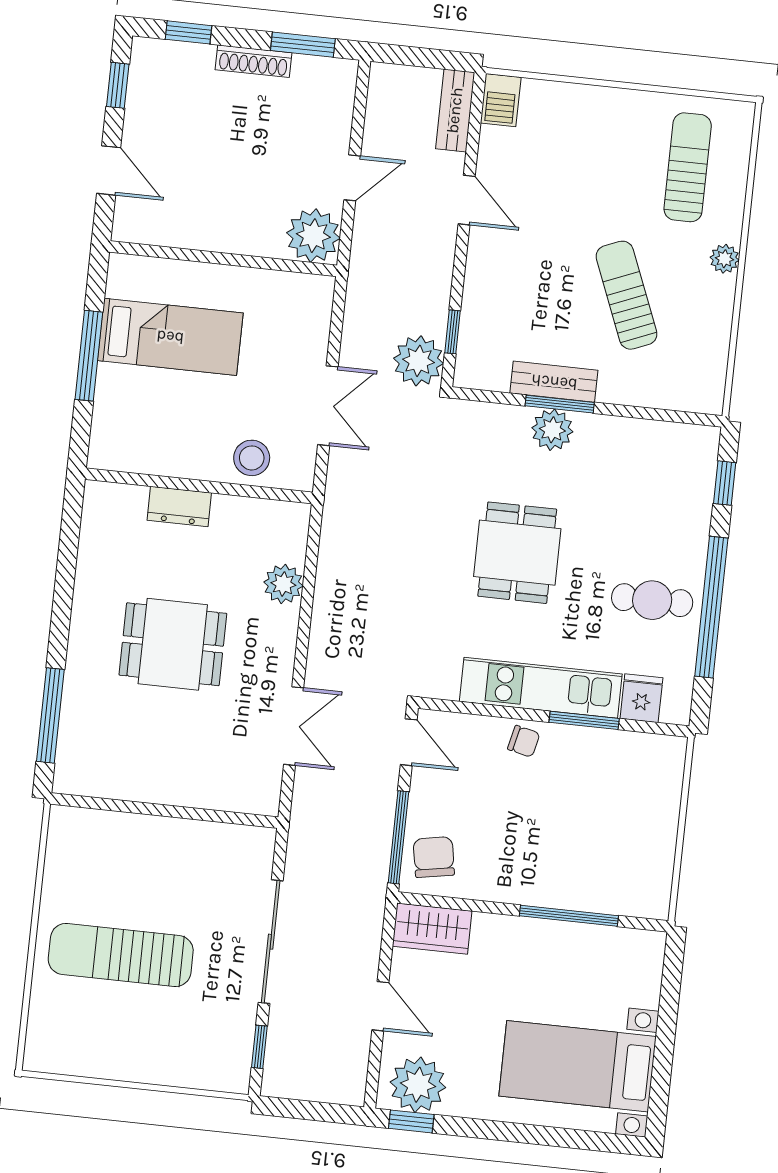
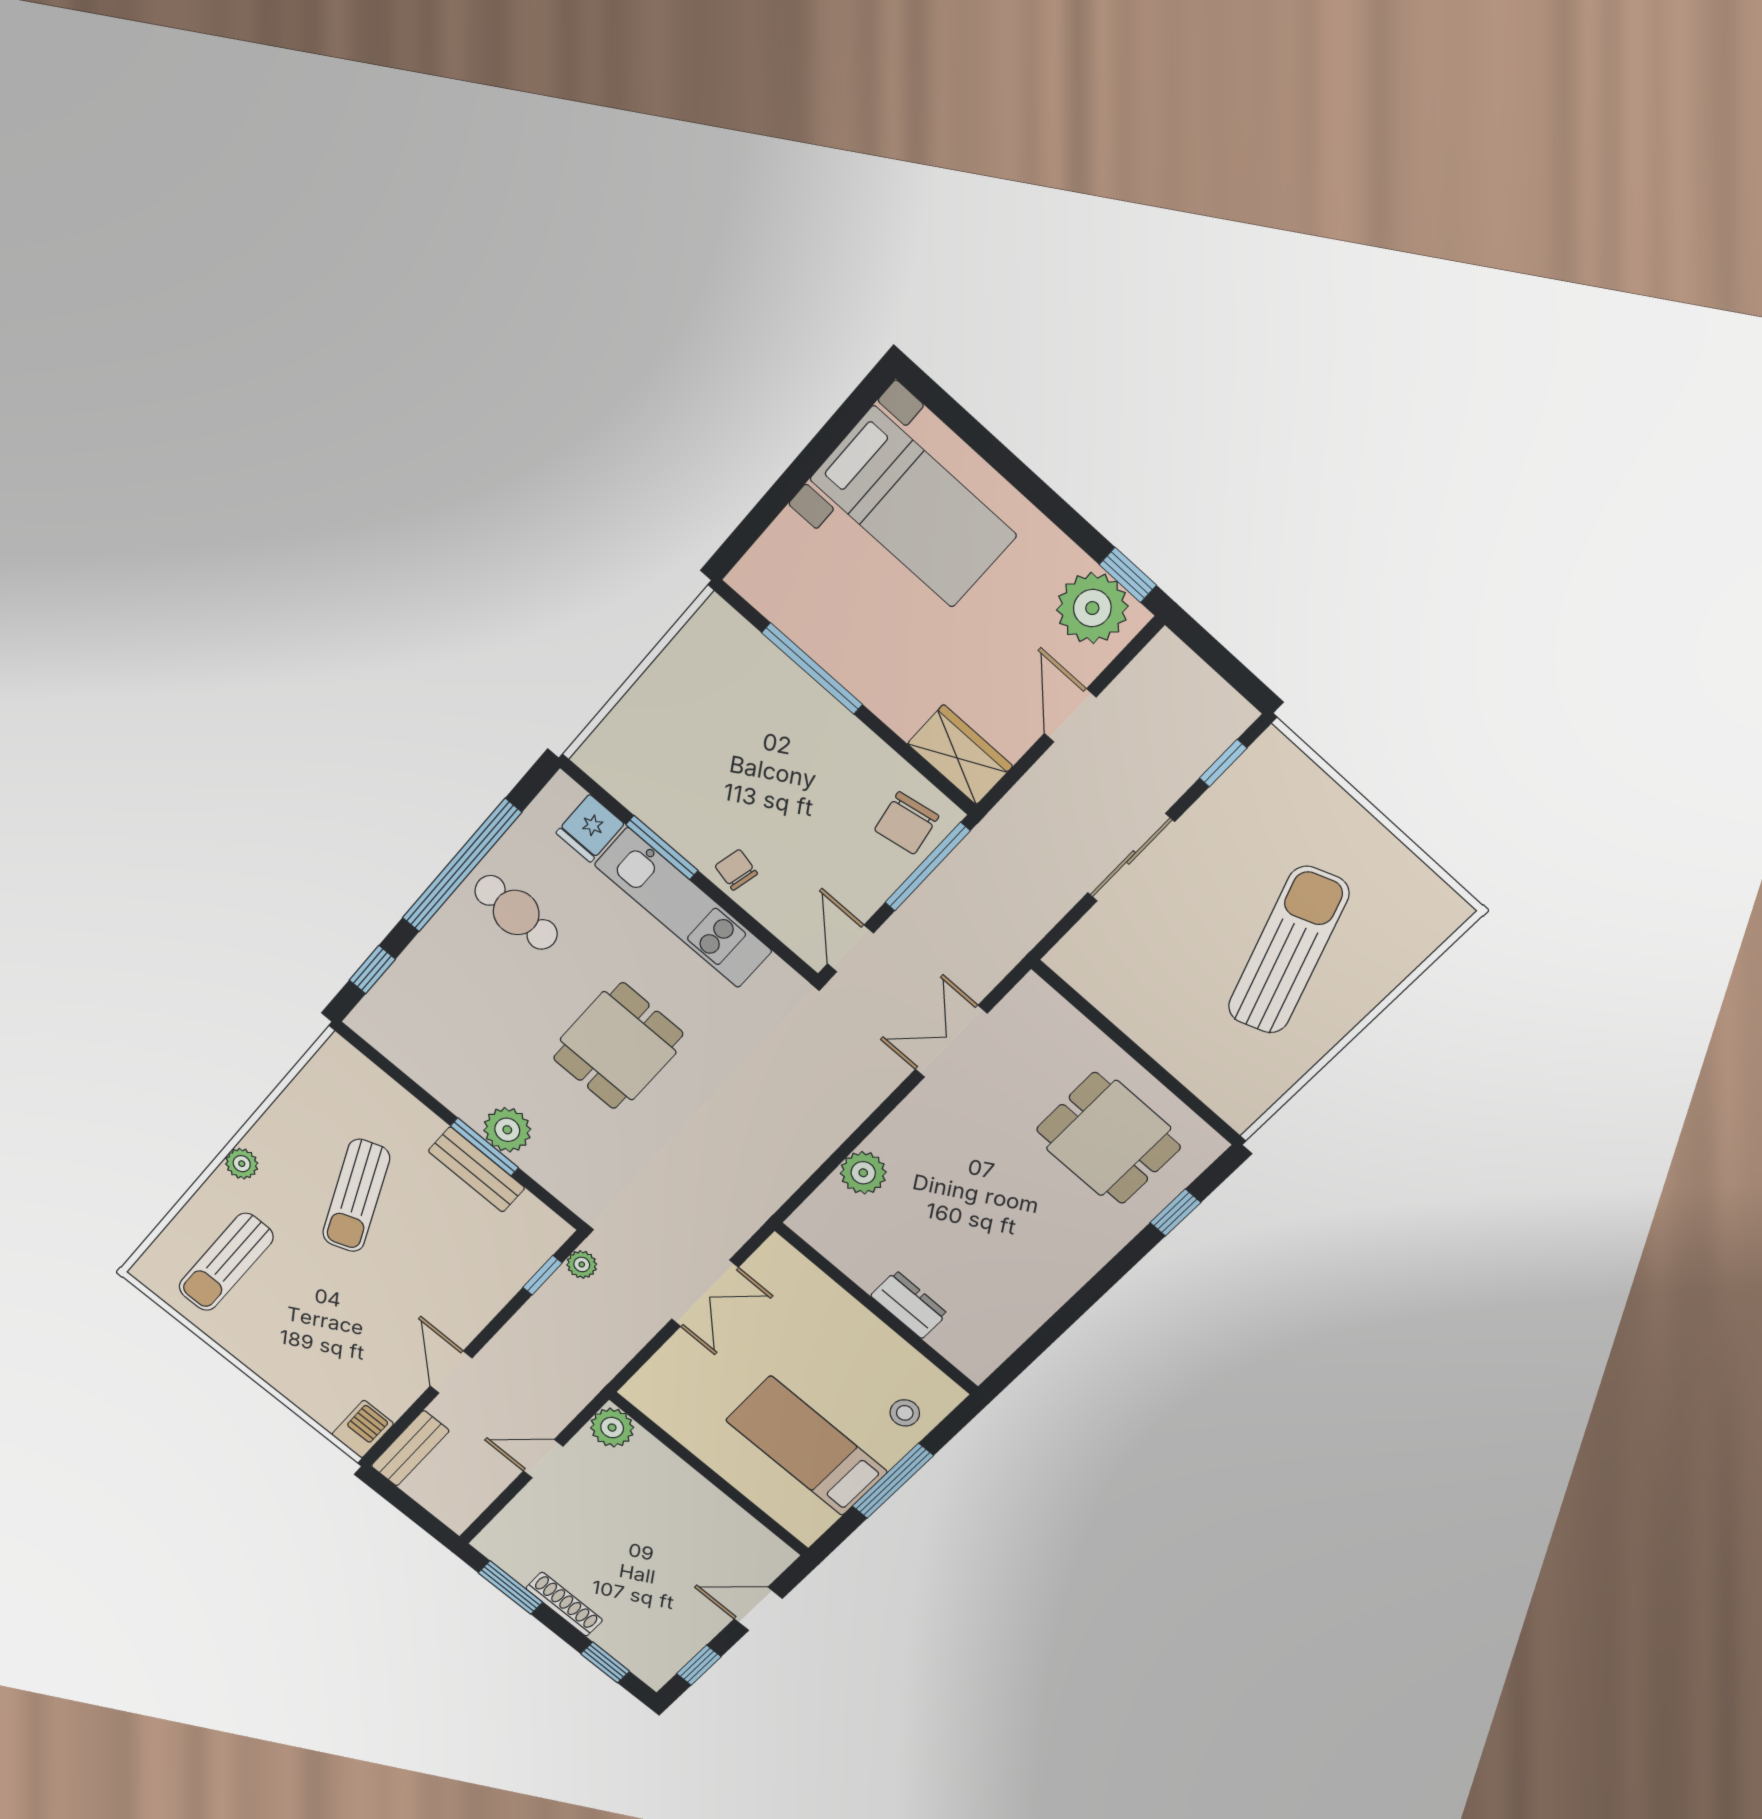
door: (109, 170) -> (758, 1609), hinge flipped
plant: (313, 236) -> (612, 1428), width x0.73, depth x0.73
plant: (418, 361) -> (582, 1264), width x0.53, depth x0.53
double door: (328, 406) -> (705, 1293), swing flipped
stool: (252, 458) -> (905, 1413), moved, width x0.73, depth x0.73
dining table: (173, 644) -> (1109, 1138), moved
window: (50, 715) -> (1175, 1213), width x0.46
sliding door: (271, 942) -> (1131, 857), width x0.73
sun lounger: (121, 955) -> (1288, 950), turned -110

